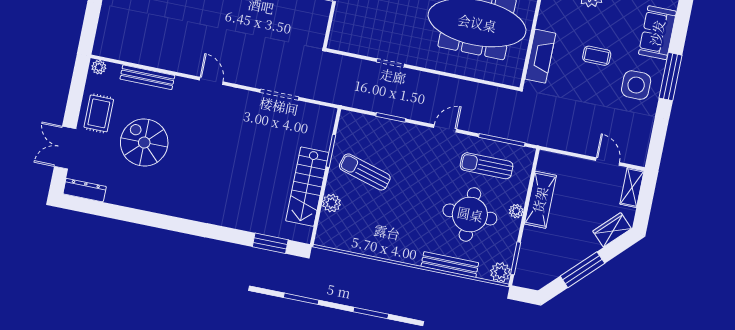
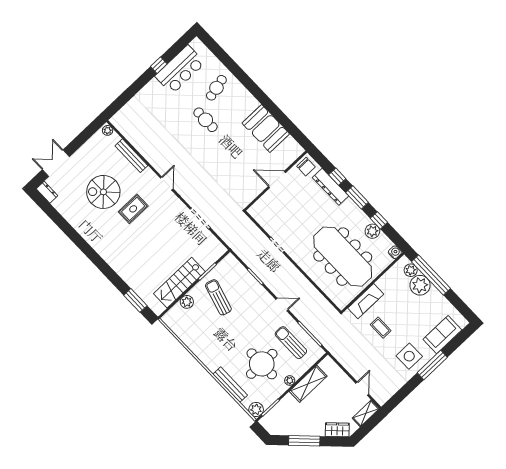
coffee table: (597, 56) -> (381, 328), moved
rug: (99, 113) -> (133, 209), moved
spiral stairs: (144, 143) -> (103, 192), turned -90
dresser: (85, 190) -> (47, 192), width x0.70

